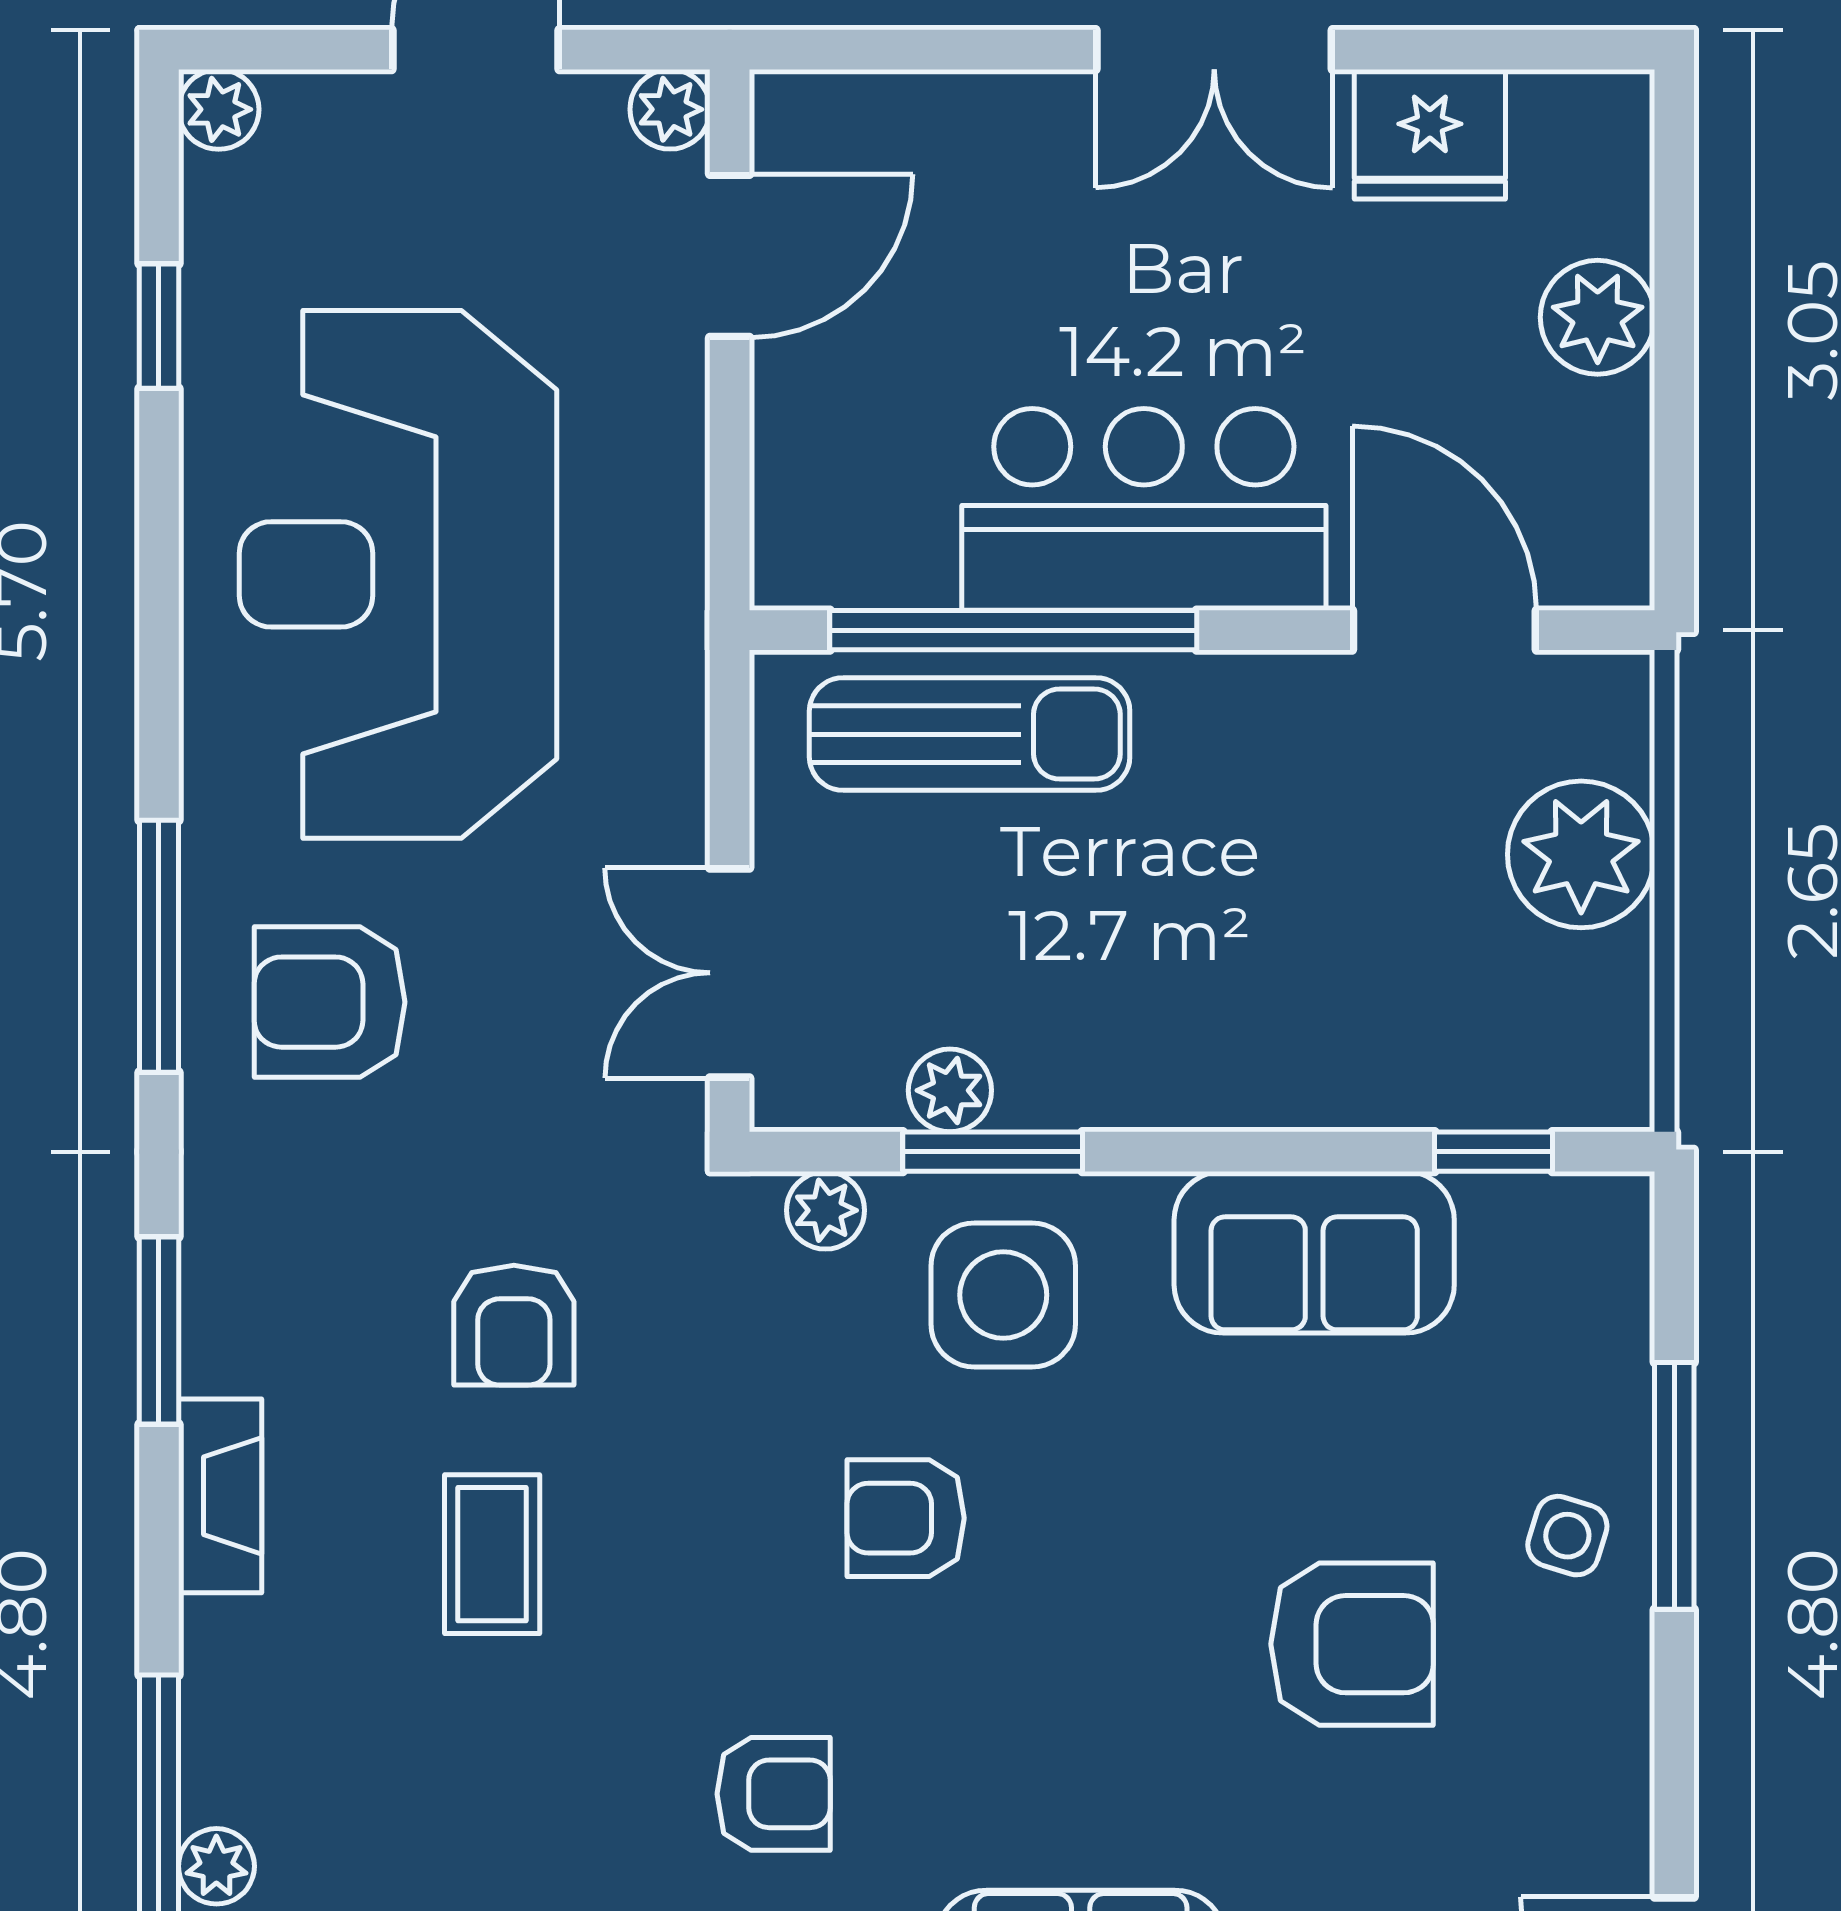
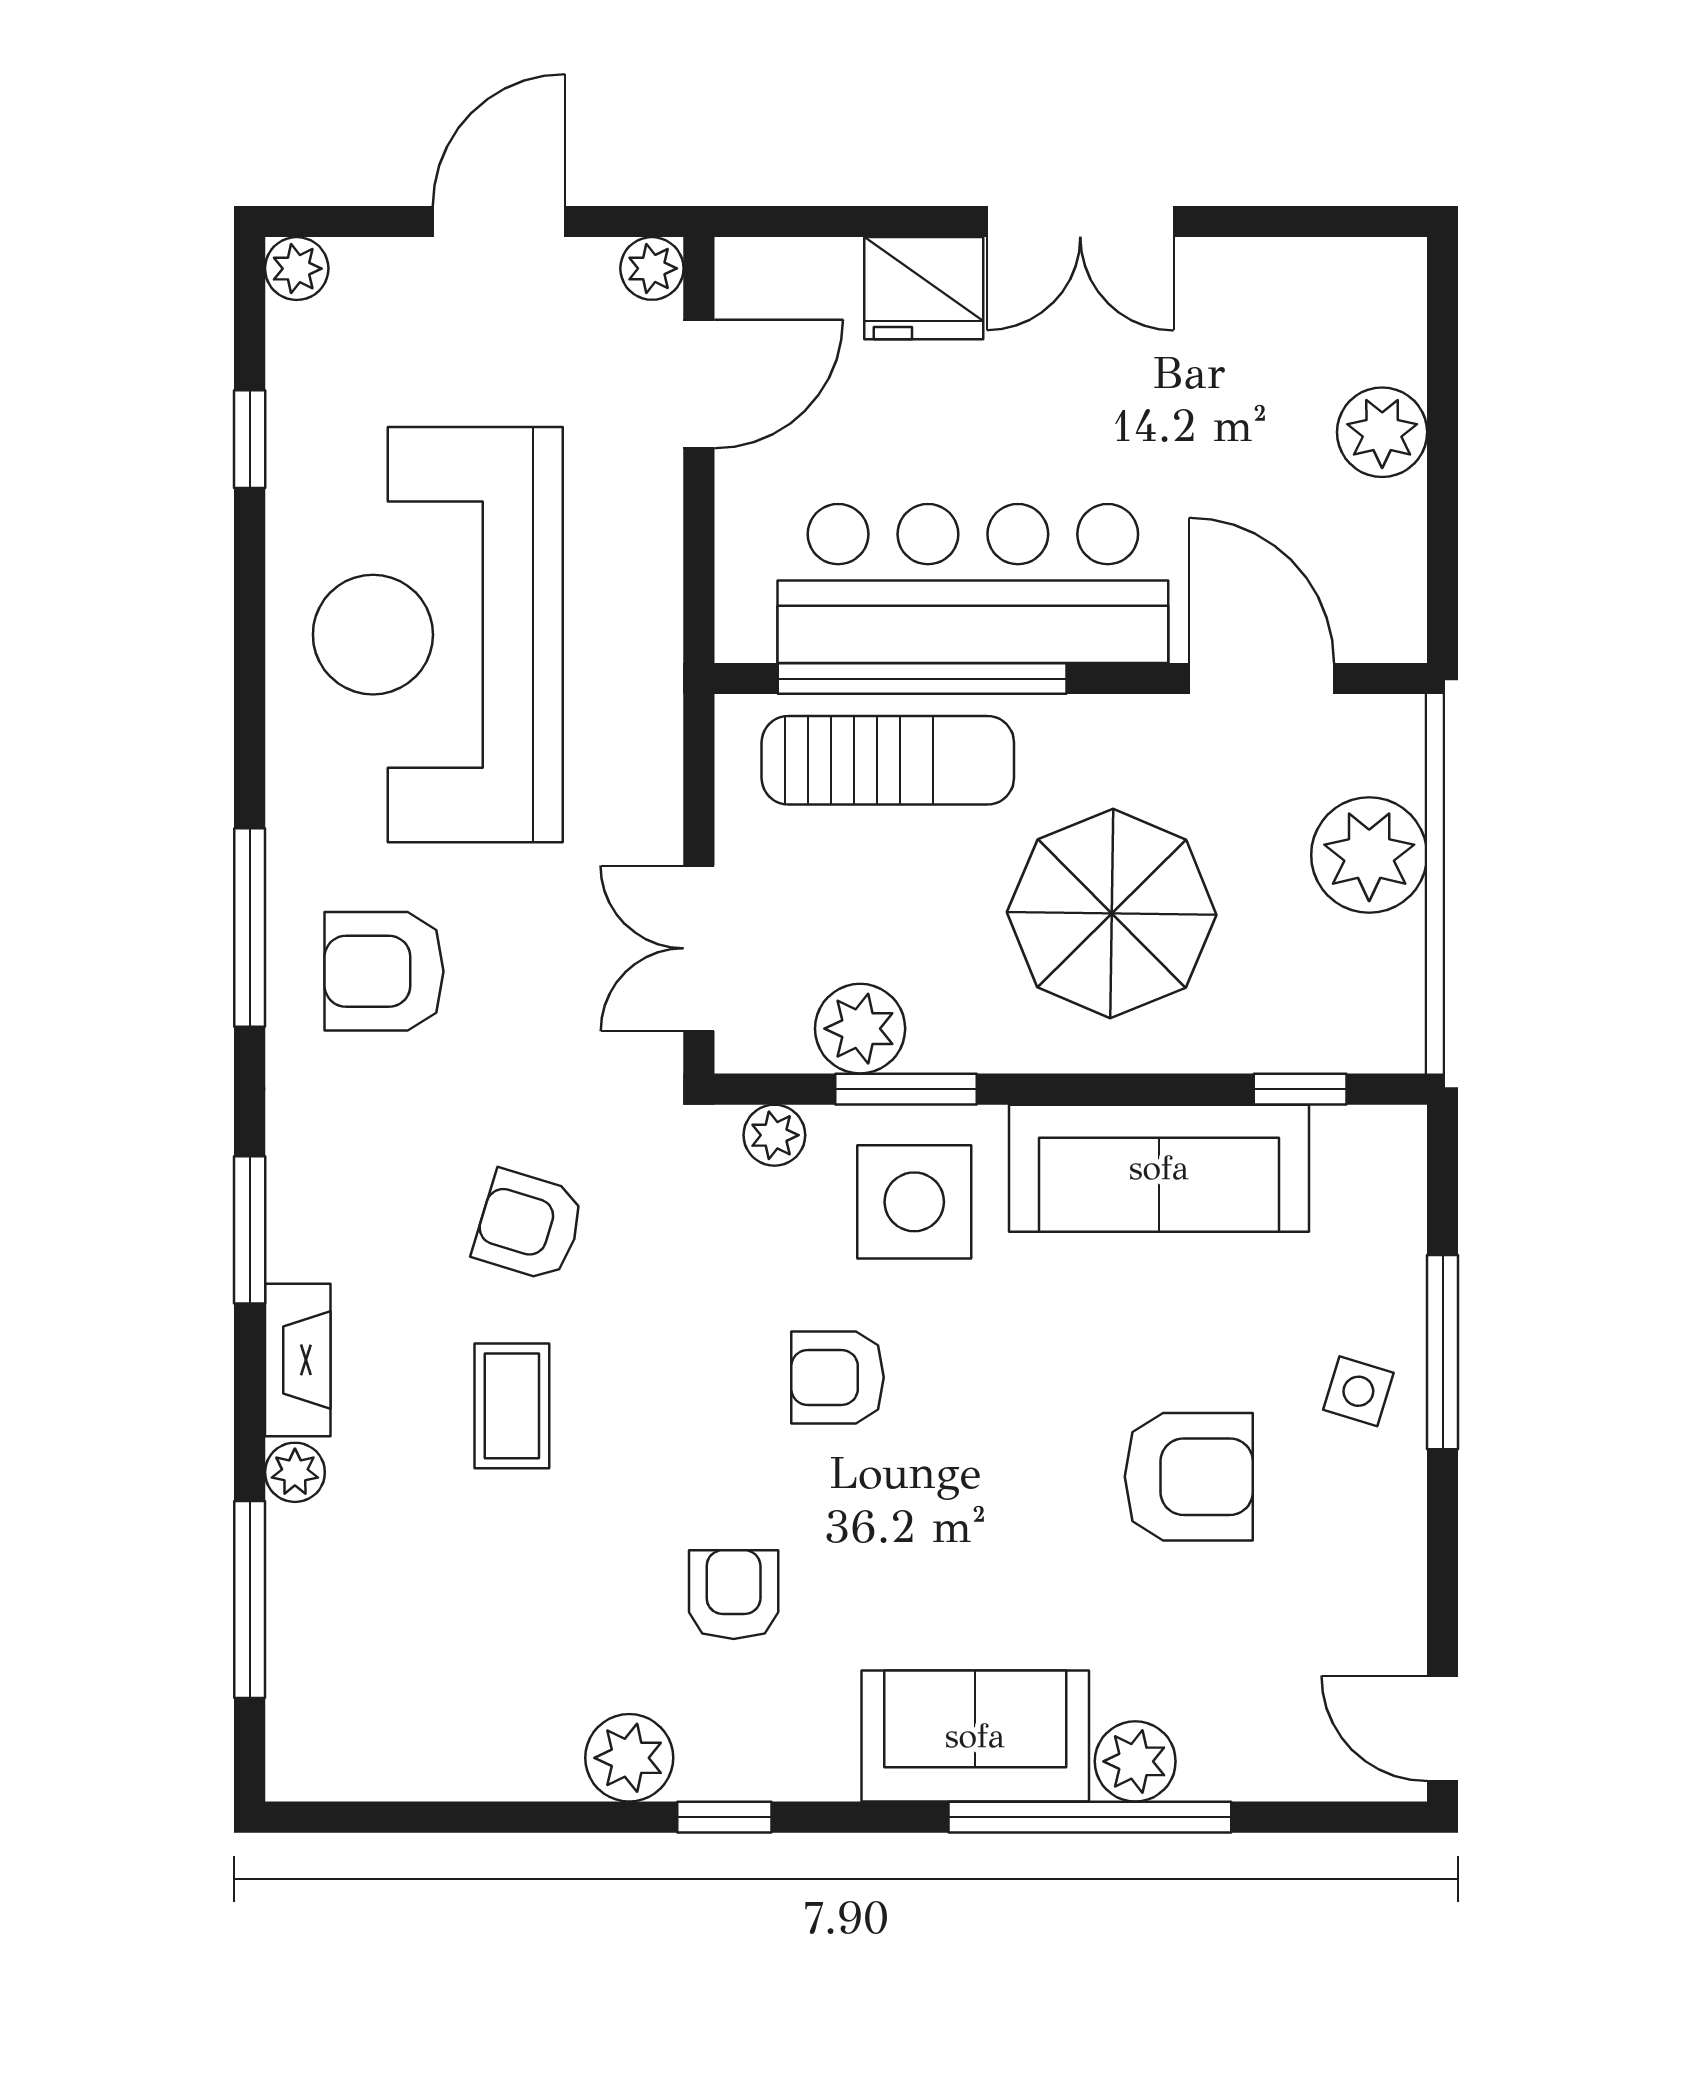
fridge: (1430, 134) -> (924, 288), moved
bar counter: (1144, 509) -> (973, 583), width x1.36
parasol: (1254, 929) -> (1112, 914), added
plant: (950, 1090) -> (860, 1029), width x1.38, depth x1.38
sofa: (1314, 1252) -> (1159, 1168), width x1.36
armchair: (514, 1325) -> (529, 1226), turned 107
armchair: (774, 1794) -> (734, 1595), turned -90
plant: (216, 1866) -> (295, 1472), moved

